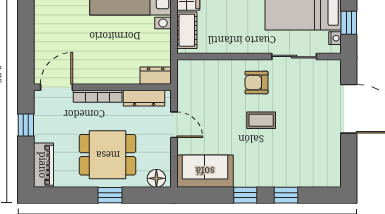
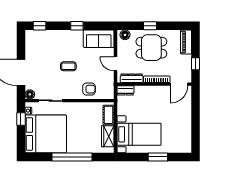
floor lamp: (332, 68) -> (30, 94), added
armchair: (256, 83) -> (89, 89), moved
window: (286, 195) -> (40, 26), moved

